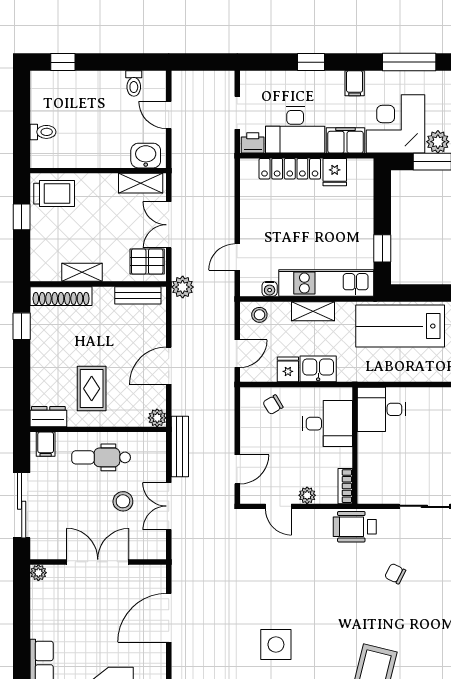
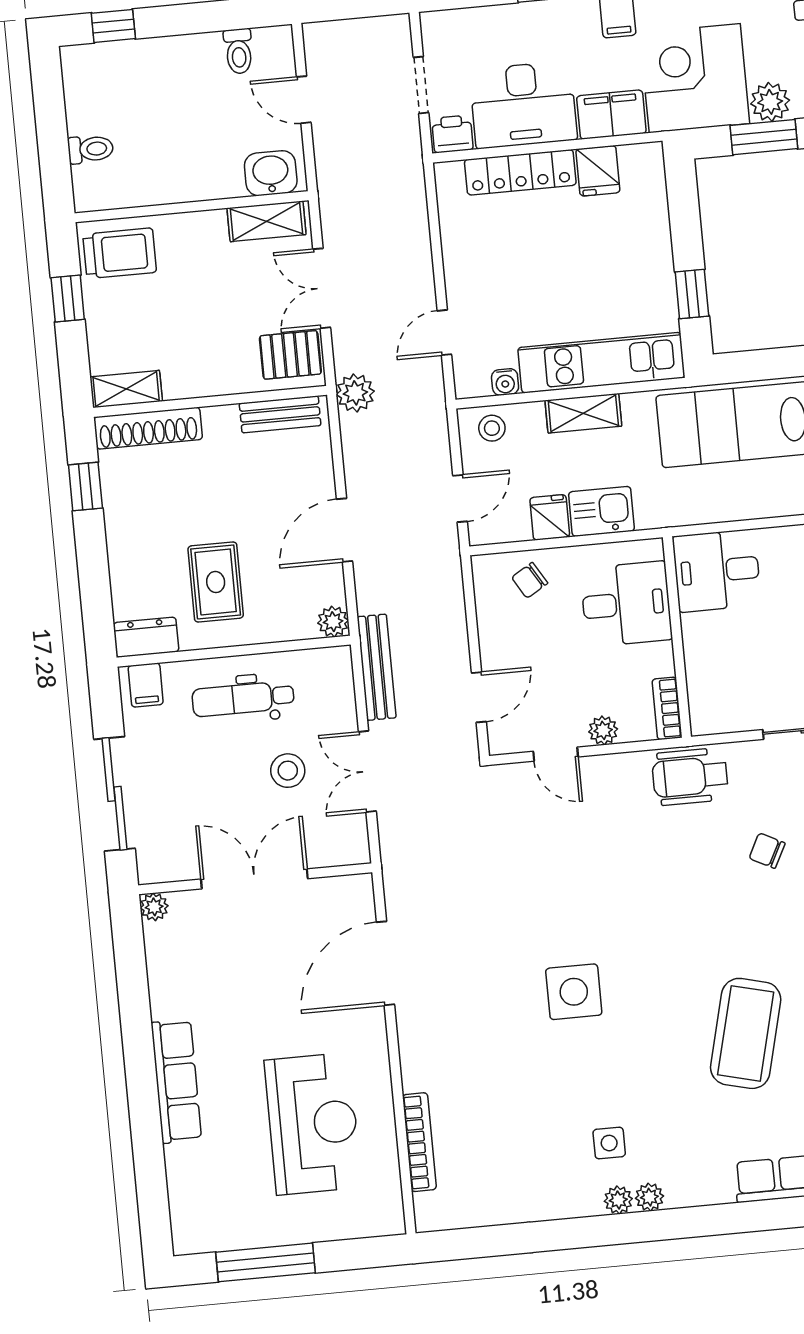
shelving: (82, 272) -> (126, 389), moved

